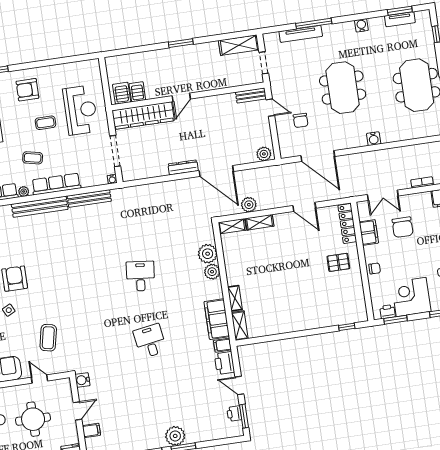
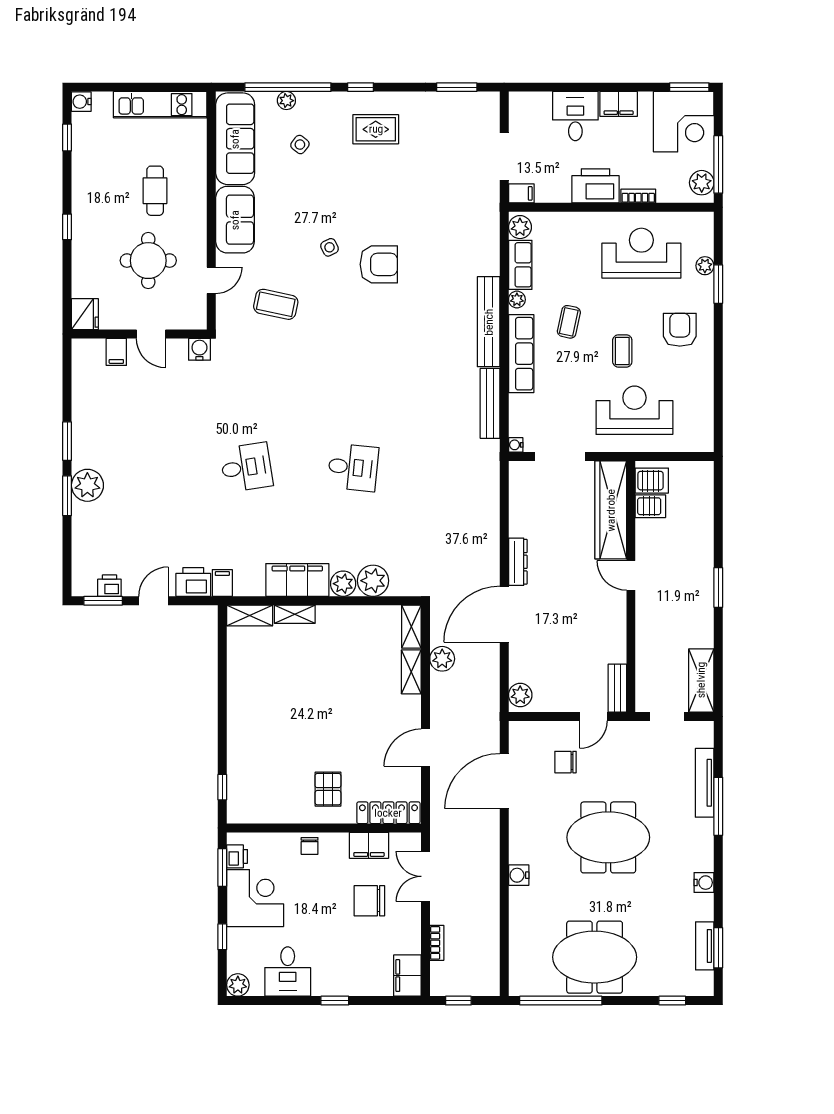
reception desk: (80, 110) -> (634, 410), turned 180
filing cabinet: (217, 319) -> (297, 580), moved

